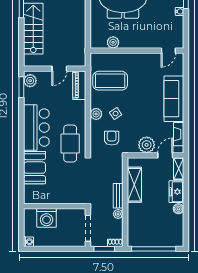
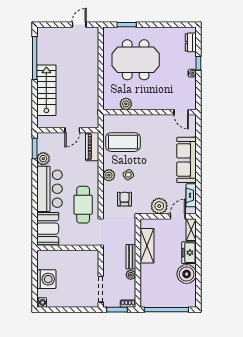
door: (168, 51) -> (181, 112), hinge flipped
plant: (30, 81) -> (43, 159), moved
wall: (55, 206) -> (68, 248), moved
boiler: (178, 209) -> (187, 274), width x1.86, depth x1.86
washing machine: (47, 218) -> (46, 279), moved, turned -90

